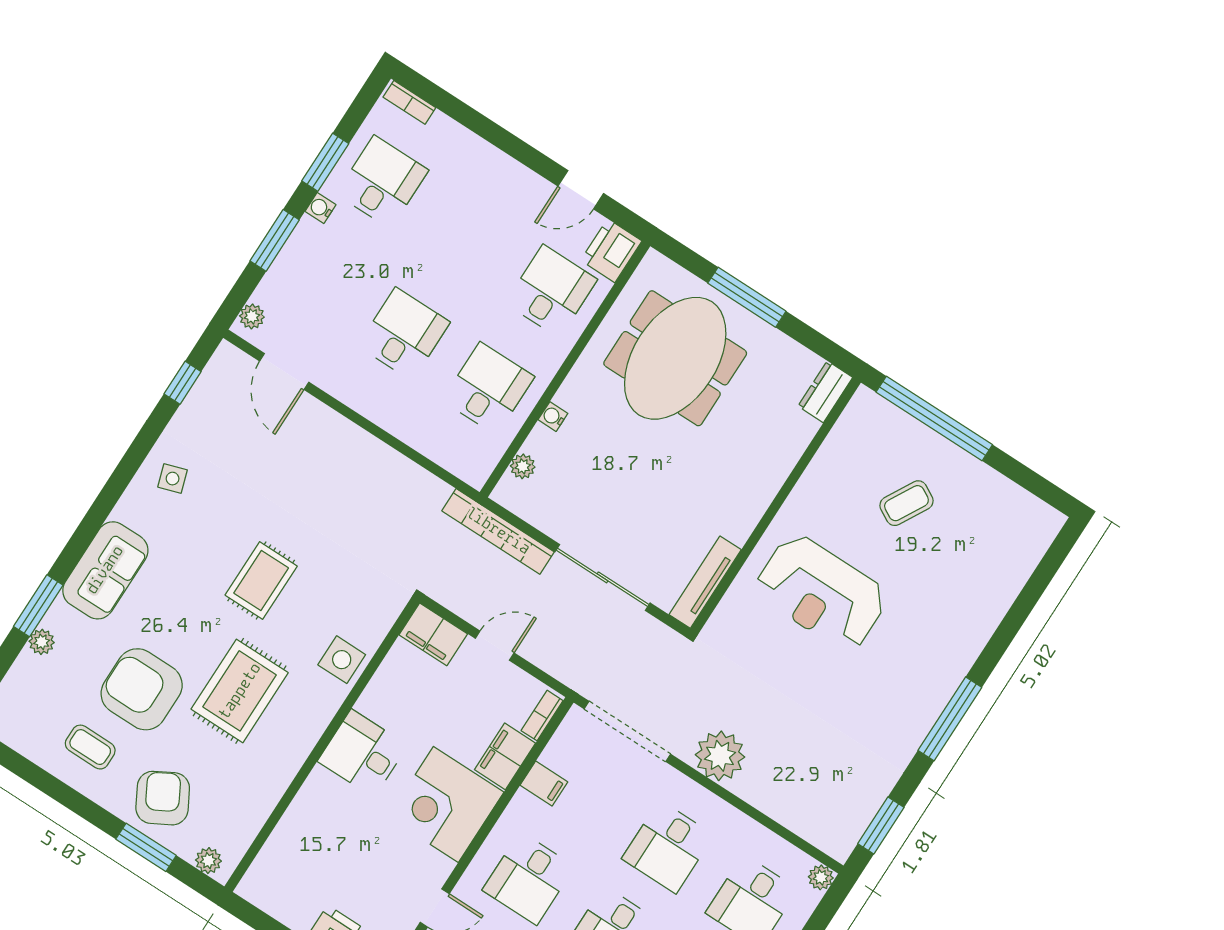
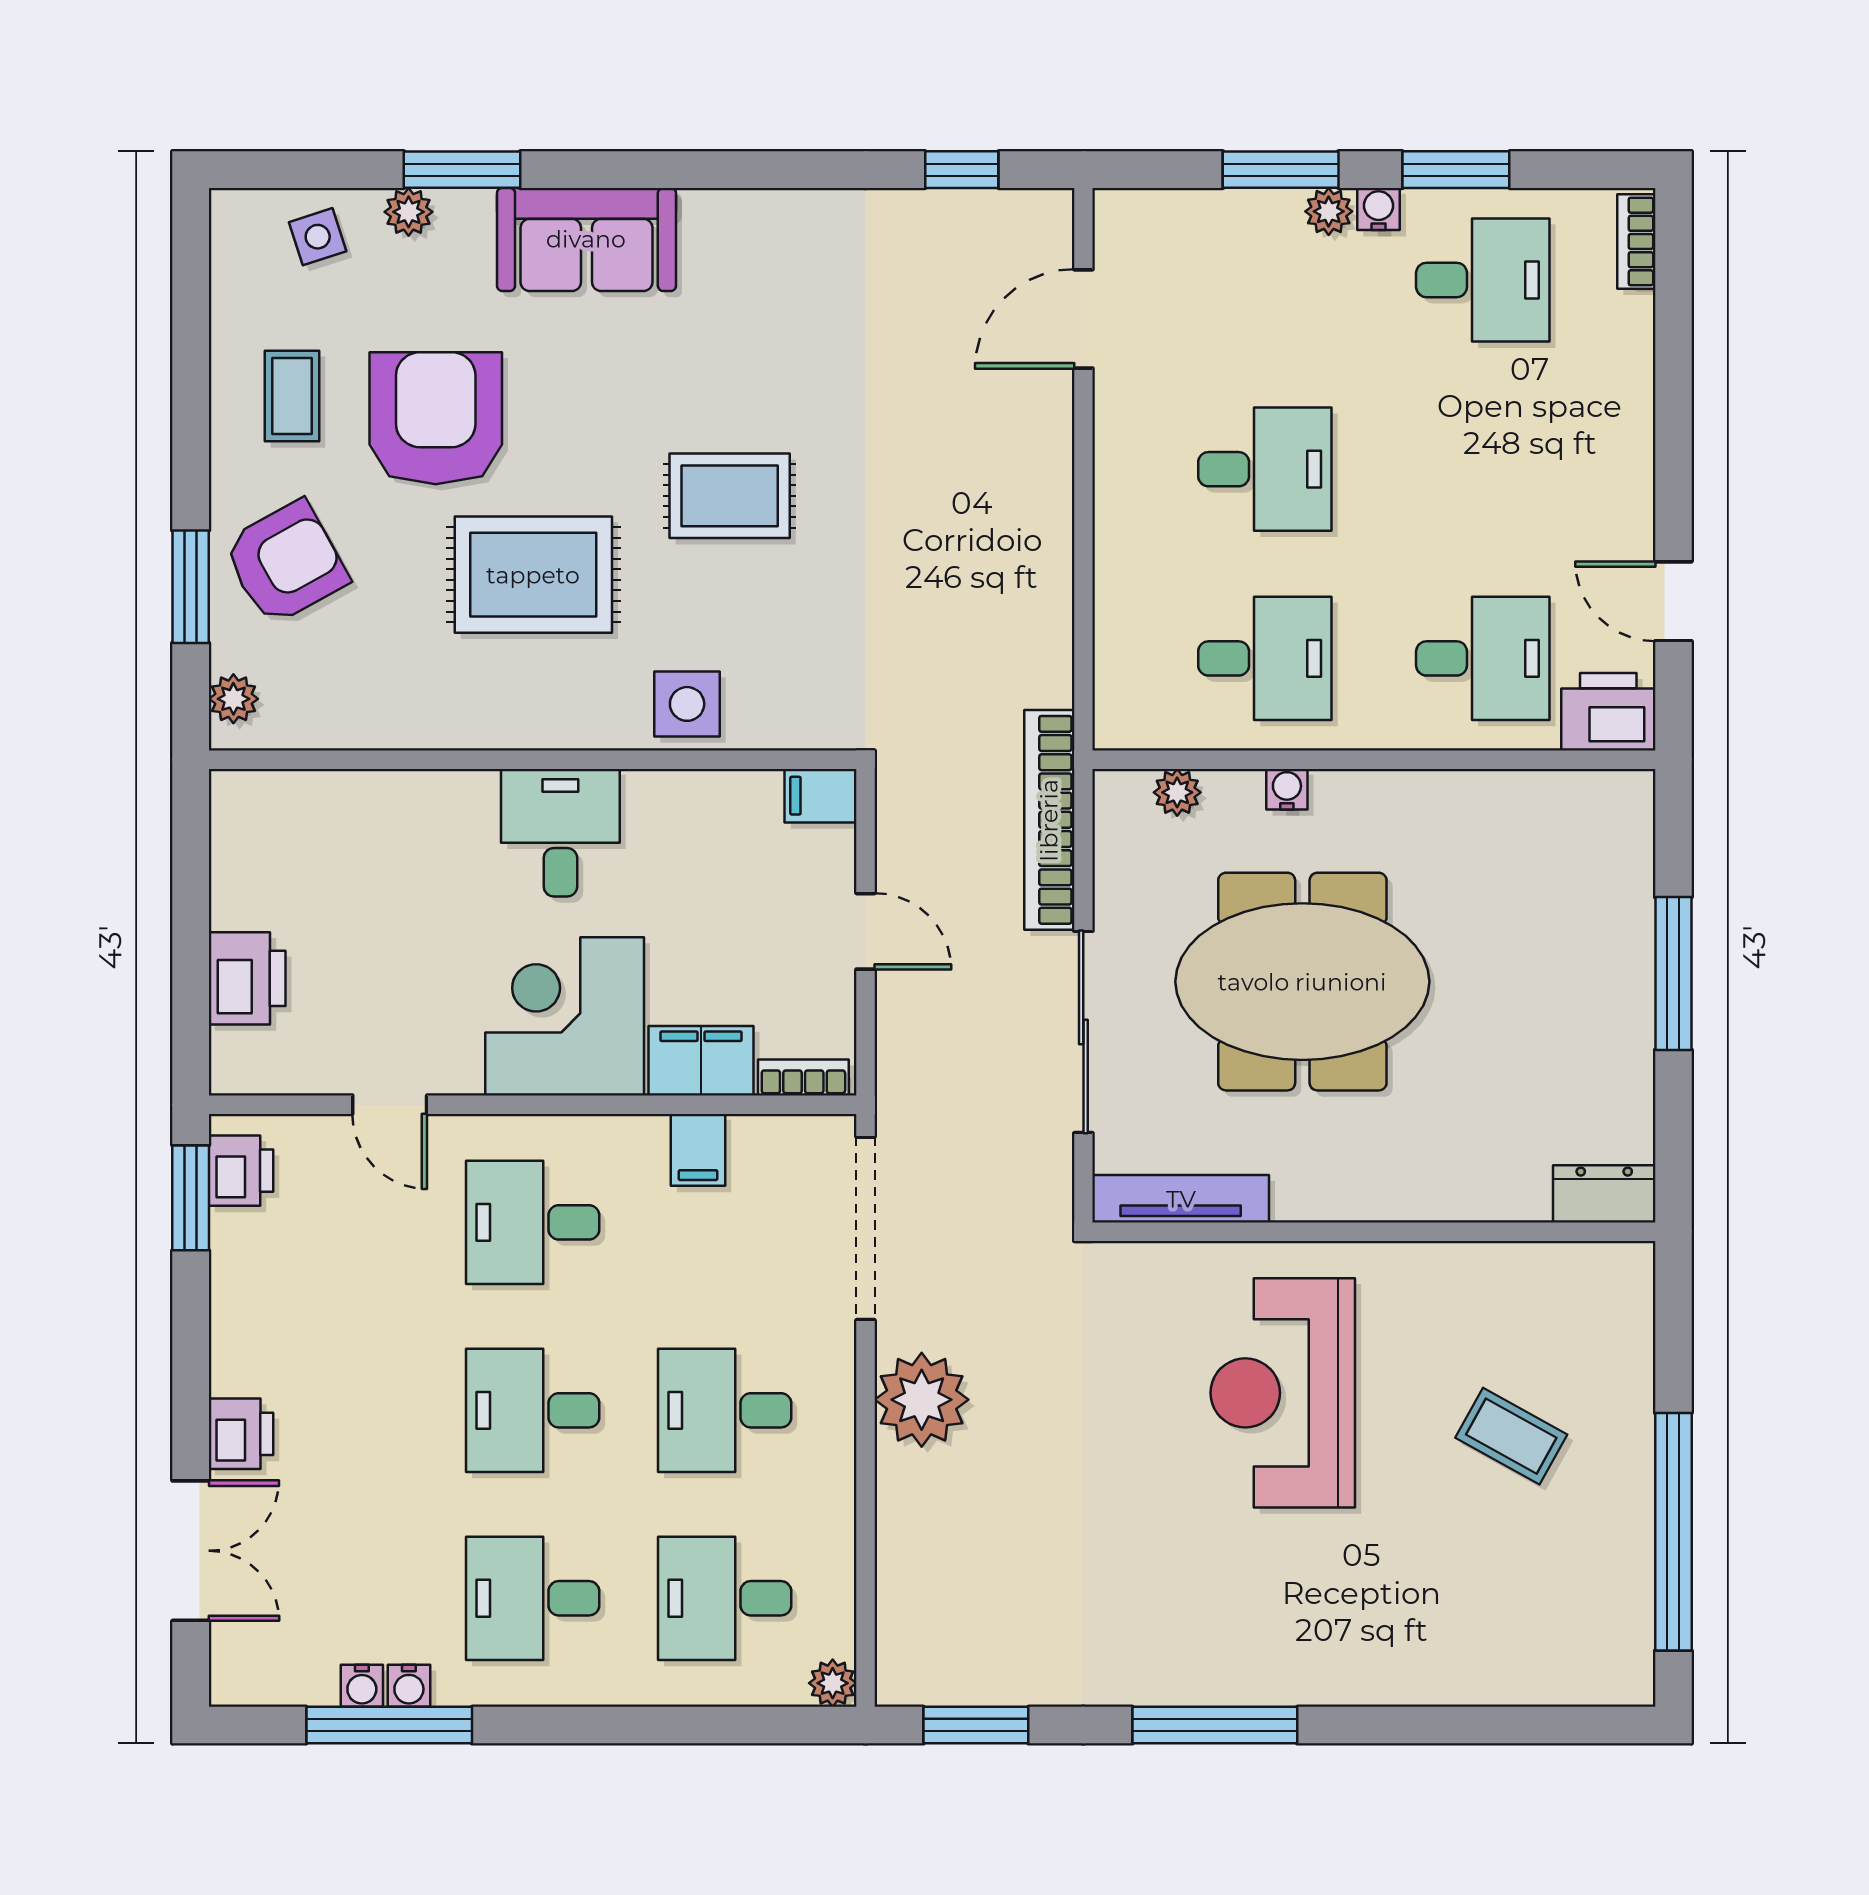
plant: (252, 316) -> (1329, 211), moved
meeting table: (675, 358) -> (1302, 982), moved
window: (934, 418) -> (1673, 1532), moved
side table: (173, 479) -> (318, 237), moved
filing cabinet: (433, 634) -> (821, 796), width x0.50

